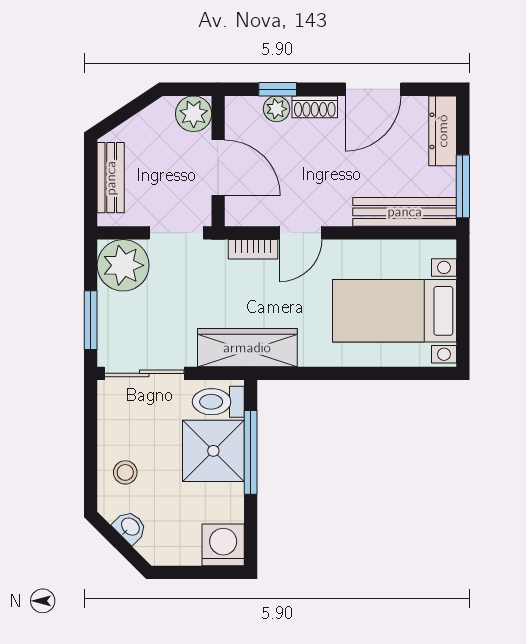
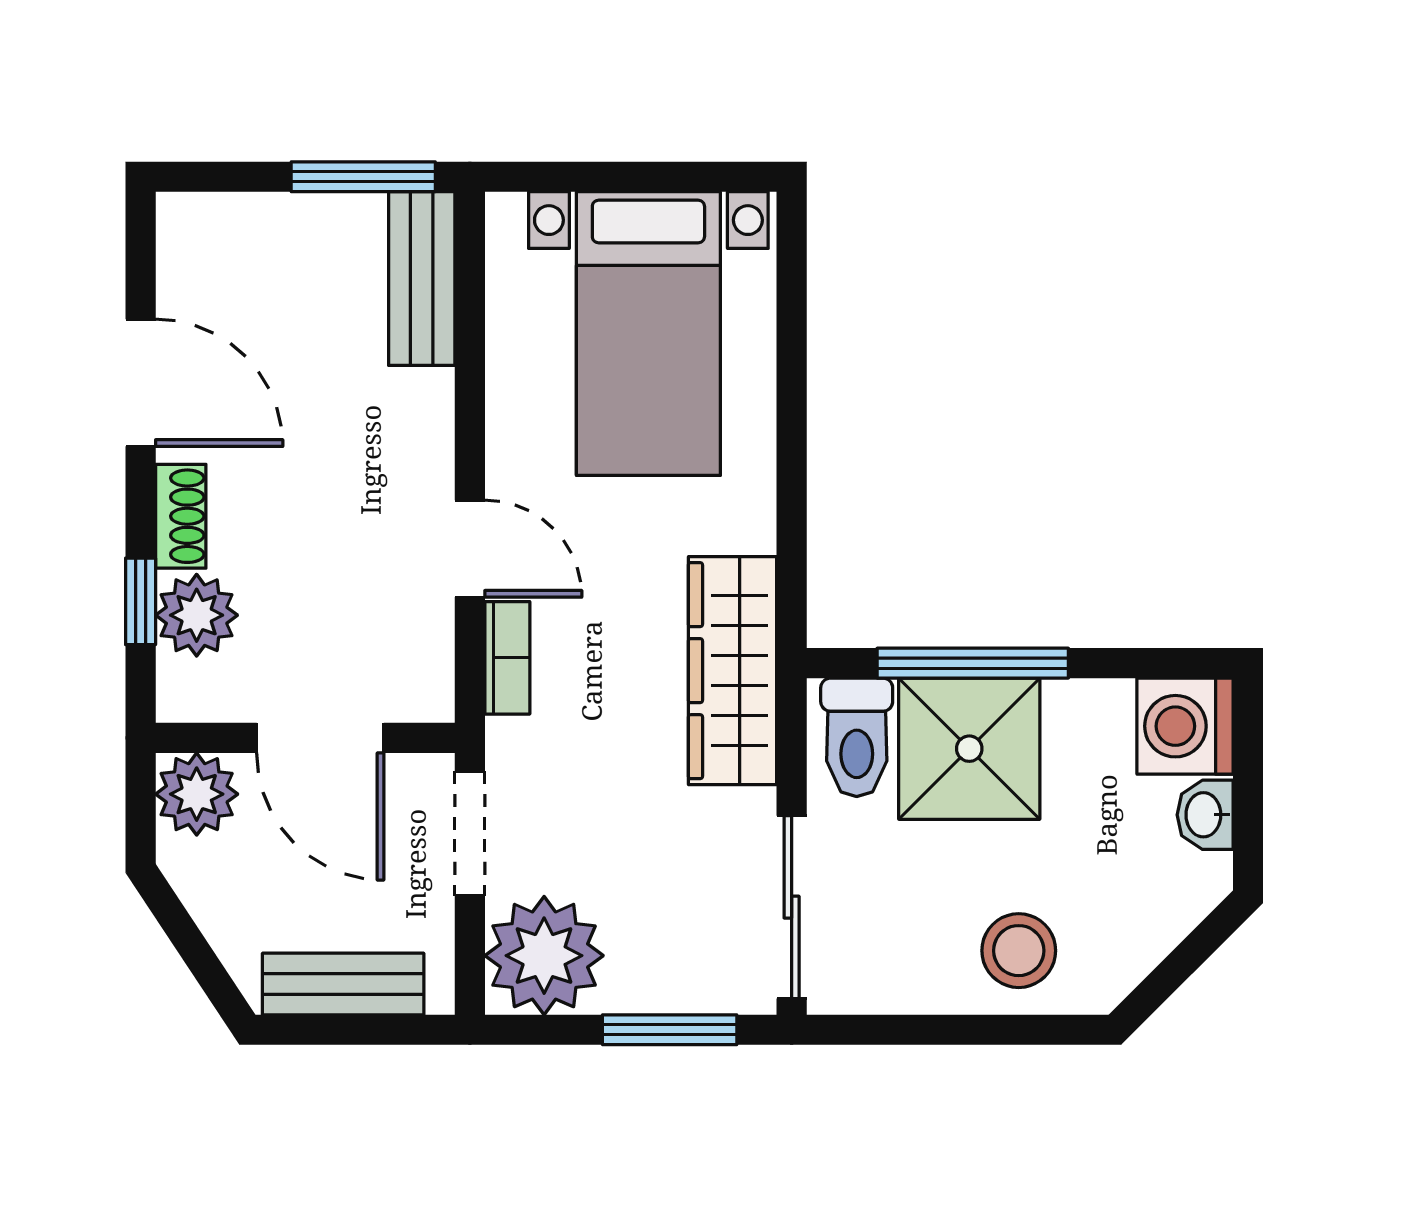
plant: (276, 109) -> (197, 615), width x1.38, depth x1.38
dresser: (443, 131) -> (236, 223), removed
door: (218, 168) -> (320, 738), swing flipped
bench: (405, 212) -> (422, 279), width x0.73
stool: (125, 472) -> (1019, 951), width x1.37, depth x1.37
washbasin: (130, 527) -> (1205, 815), moved, turned -45

